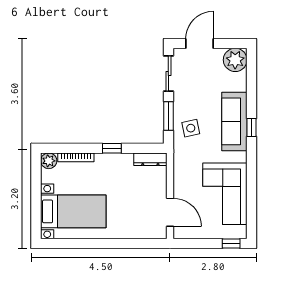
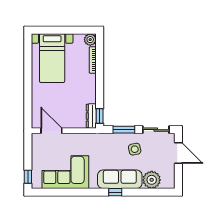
plant: (235, 60) -> (152, 180), moved
side table: (191, 128) -> (135, 149), moved
window: (112, 148) -> (100, 116), moved
door: (170, 212) -> (51, 131), swing flipped

